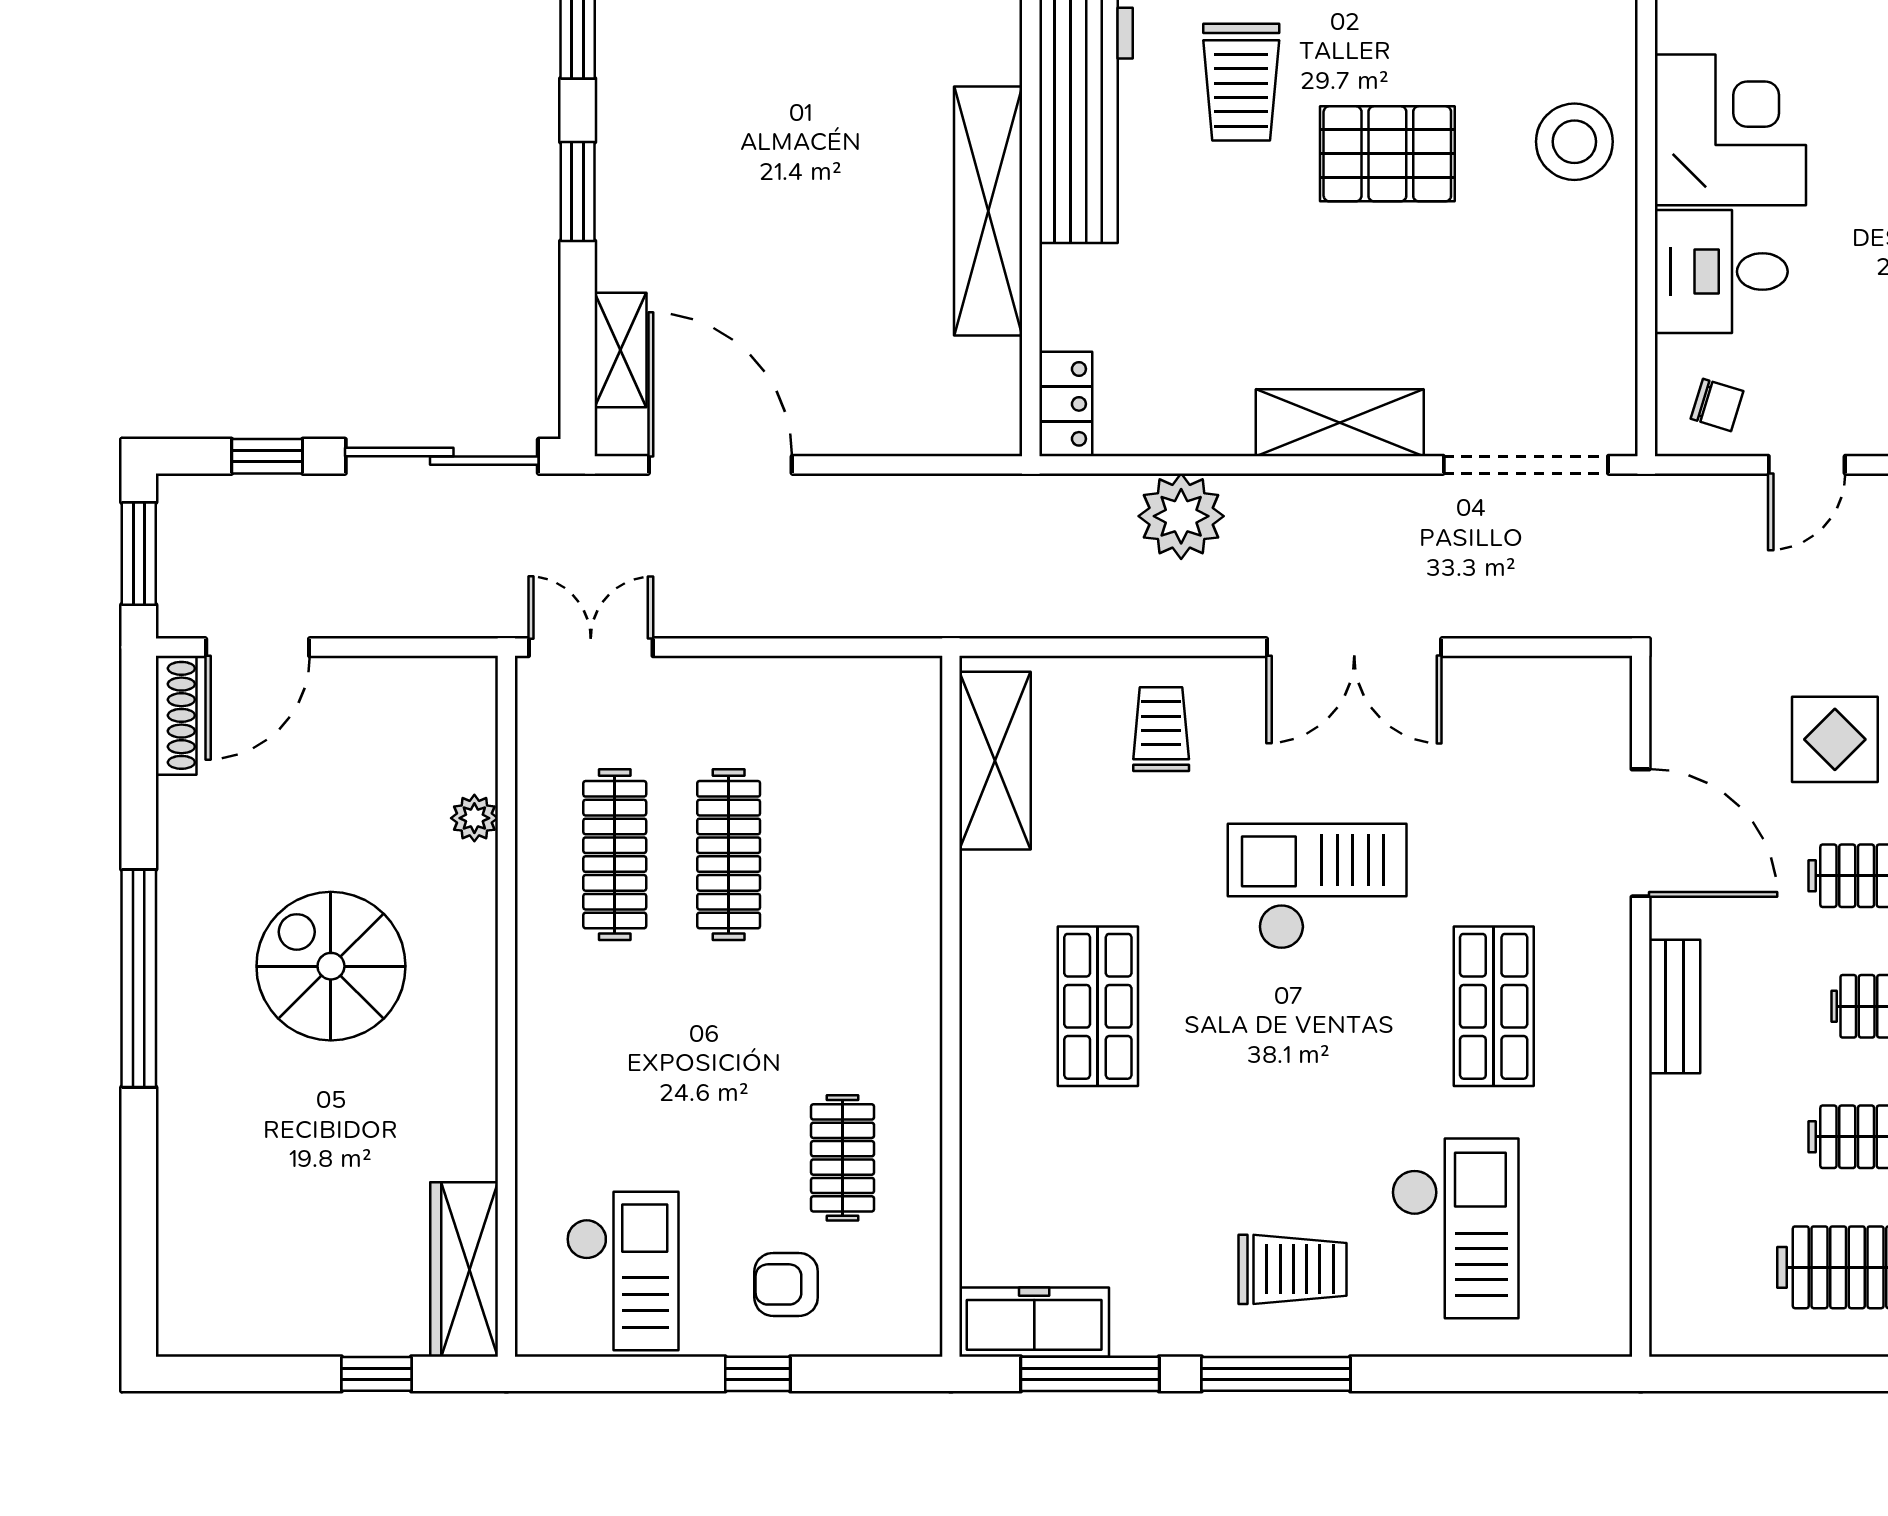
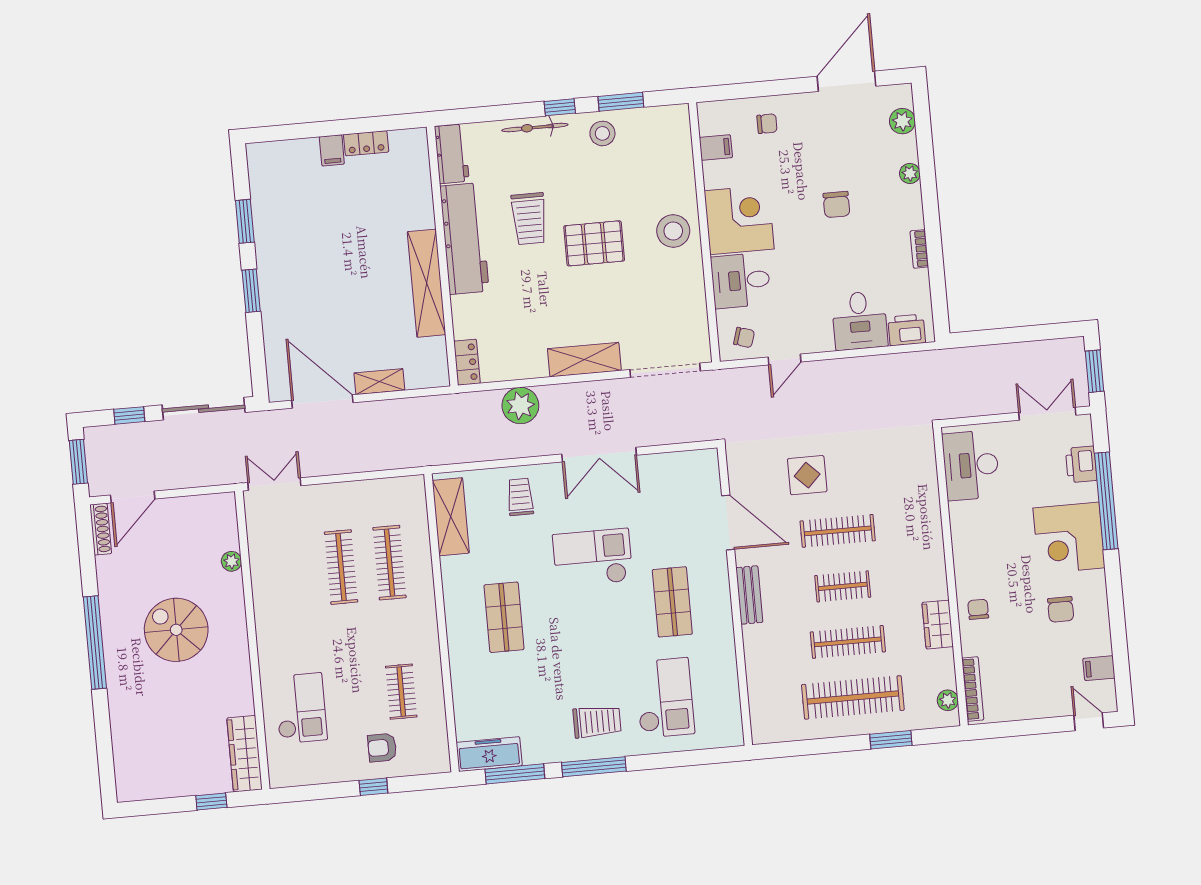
shelving: (621, 350) -> (379, 382), moved, turned 90
clothes rail: (615, 855) -> (389, 563), moved
checkout: (622, 1271) -> (301, 708), moved

